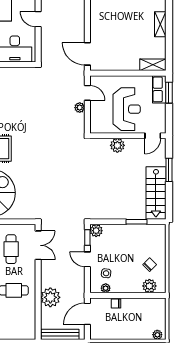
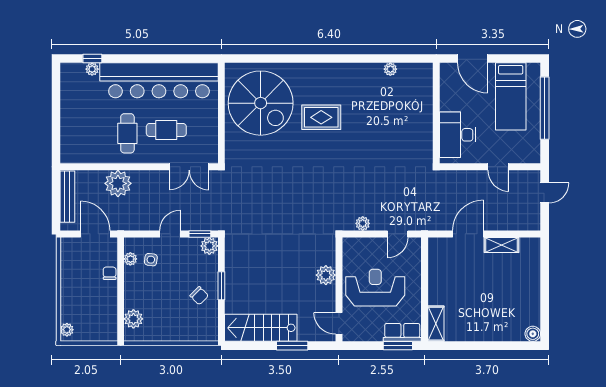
door: (38, 19) -> (498, 167), swing flipped
shelving: (160, 24) -> (502, 245), moved
door: (87, 54) -> (468, 234), moved
plant: (80, 108) -> (363, 223), moved
reception desk: (127, 109) -> (375, 288), turned 180
window: (137, 222) -> (221, 286), moved
cafe table: (11, 249) -> (166, 130), moved
chair: (150, 265) -> (199, 296), moved

